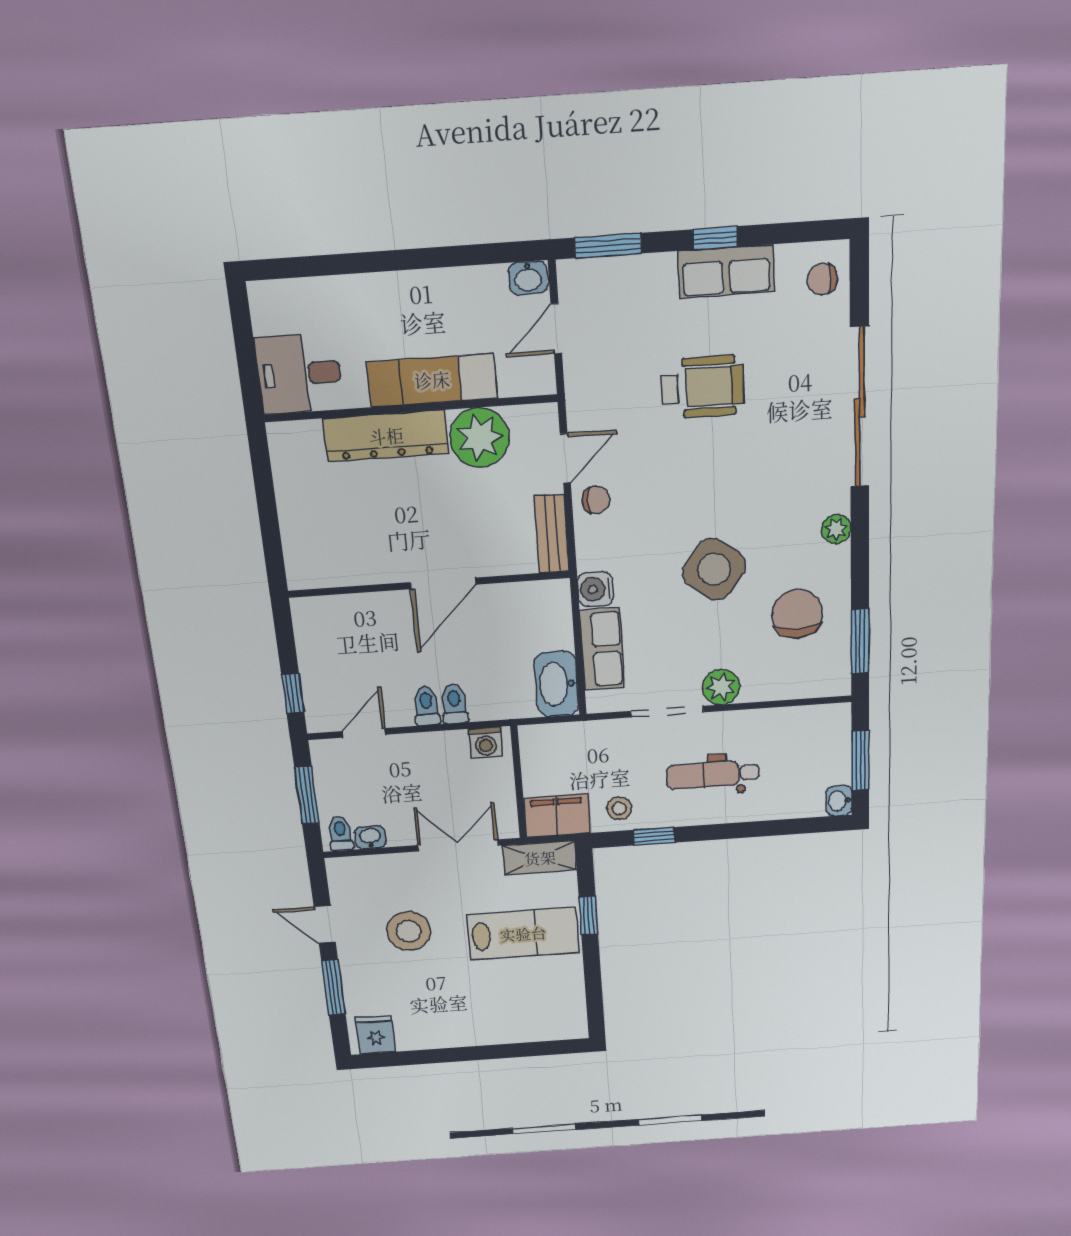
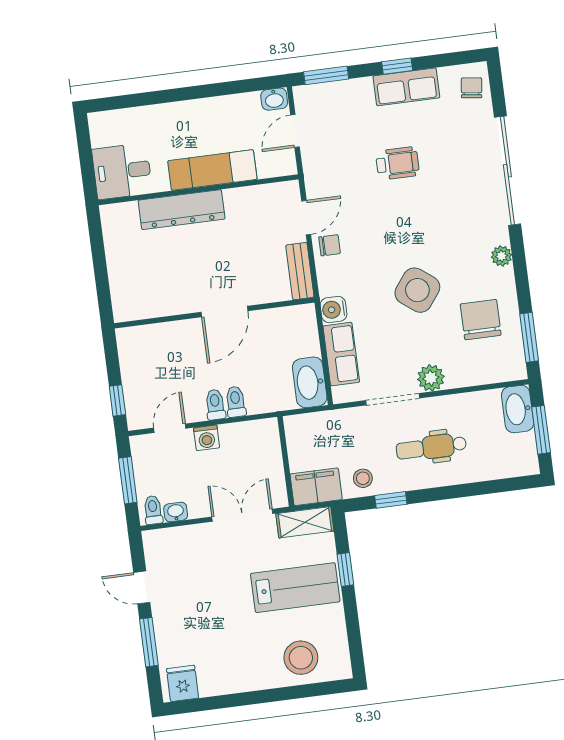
chair: (822, 279) -> (472, 88), turned 97
wheelchair: (703, 387) -> (397, 163), width x0.73, depth x0.73
plant: (480, 437) -> (246, 207), removed
washing machine: (486, 743) -> (207, 438), moved
washbasin: (839, 801) -> (518, 409), moved, width x1.91, depth x1.45
stool: (409, 931) -> (301, 658), moved

